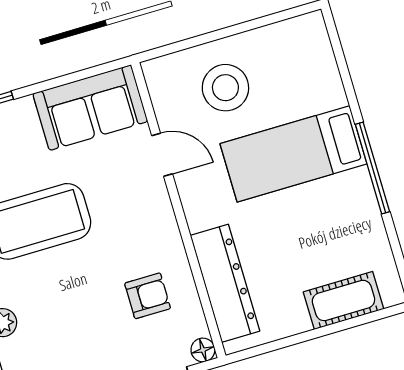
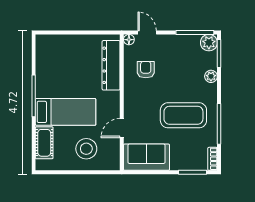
door: (162, 155) -> (122, 128), hinge flipped
armchair: (148, 296) -> (146, 70), turned 90
cot: (343, 300) -> (44, 143), moved, turned 90

